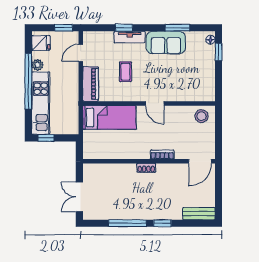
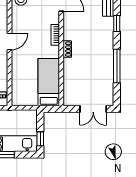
bed: (109, 117) -> (49, 82), moved
window: (162, 223) -> (117, 24), moved

